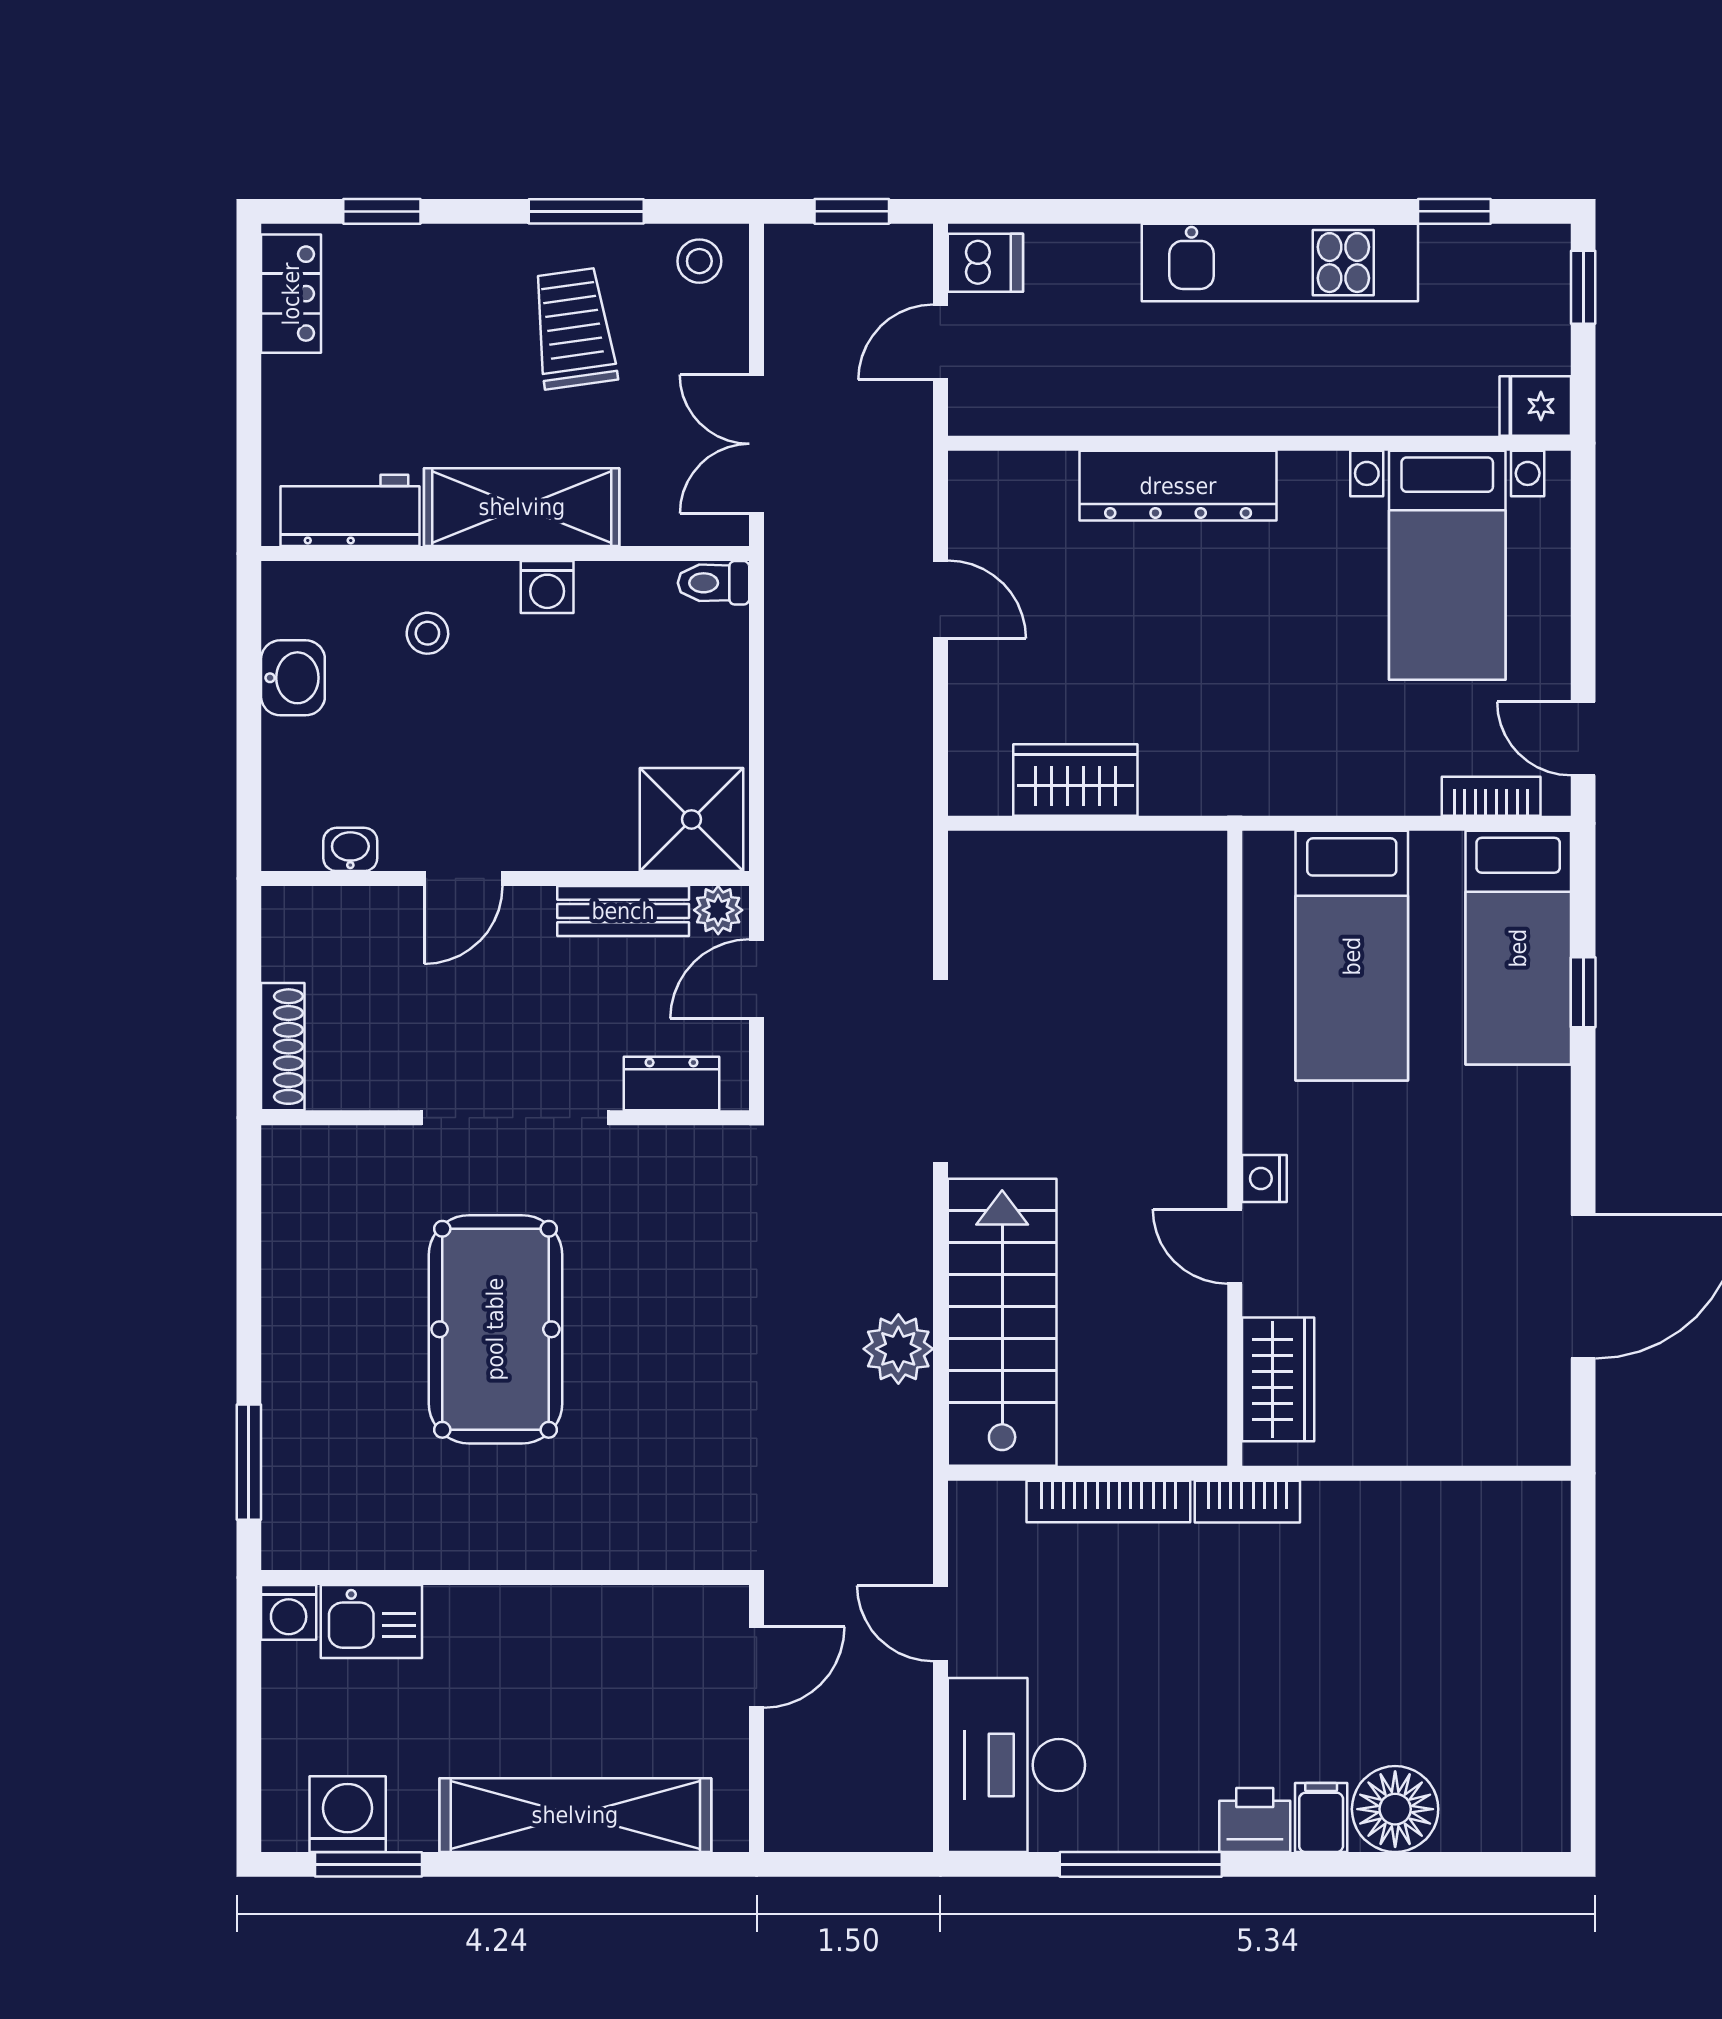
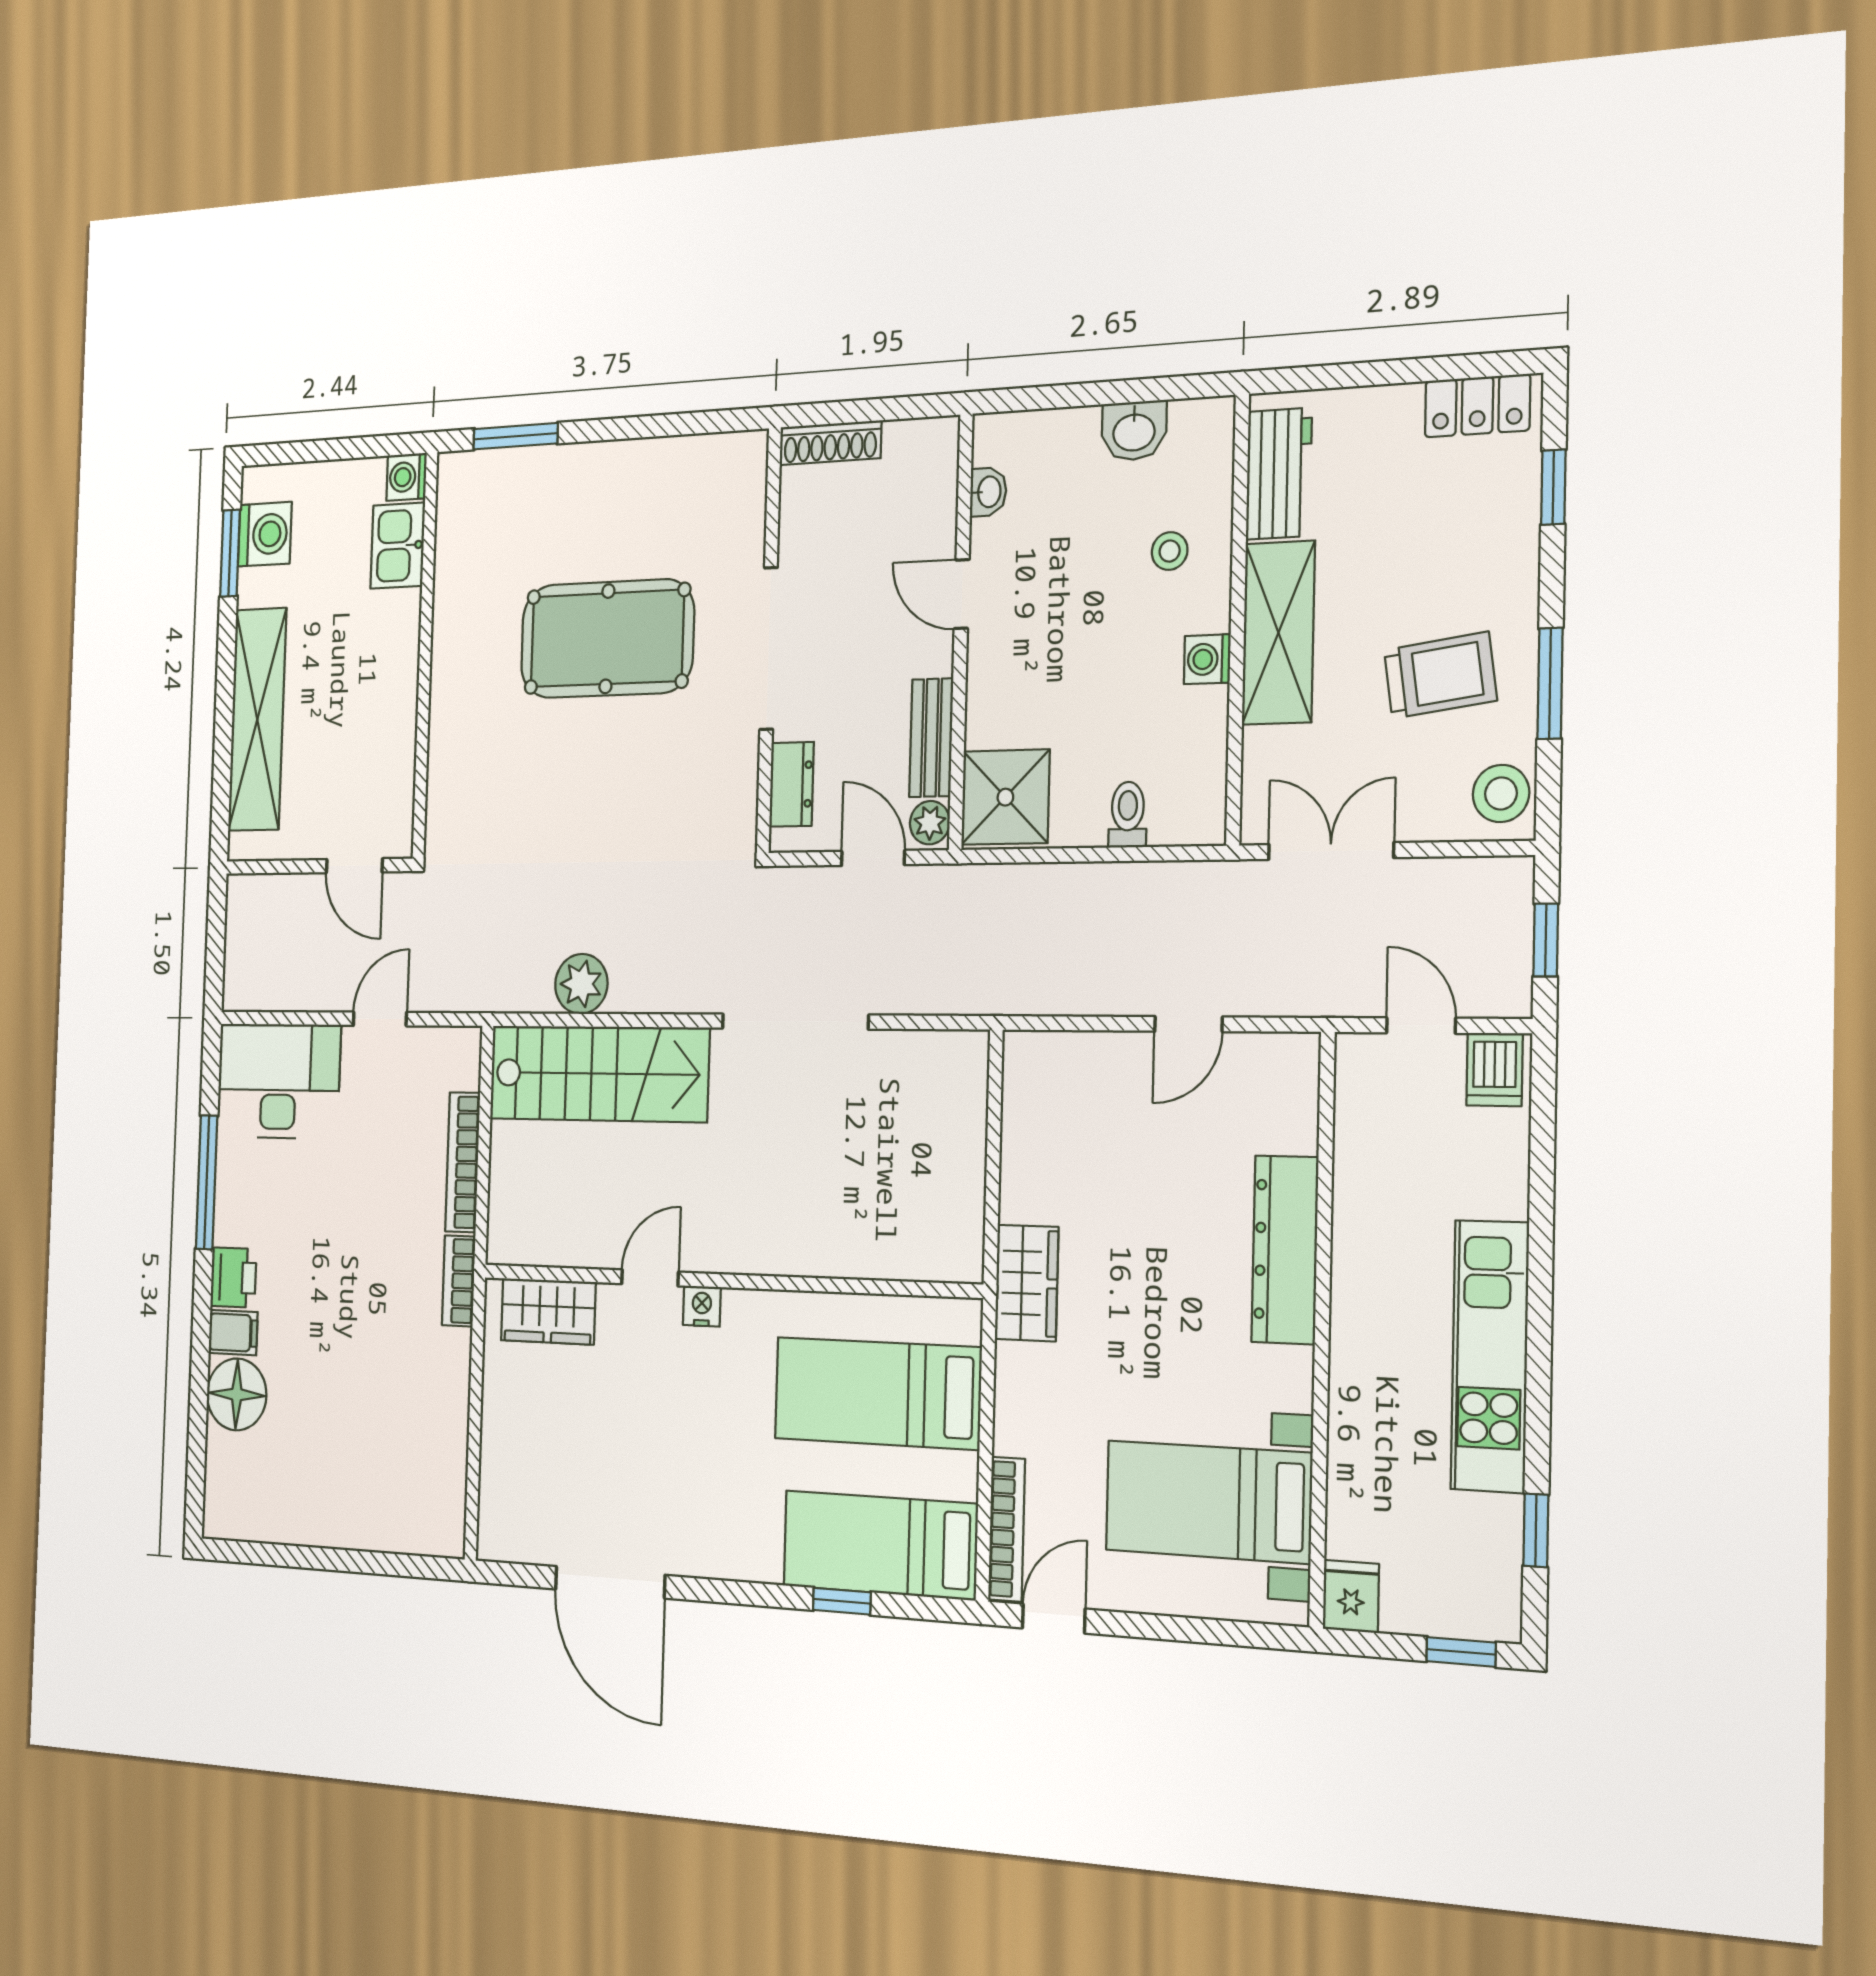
stool: (699, 261) -> (1501, 793), width x1.37, depth x1.37
toilet: (714, 583) -> (1128, 815), moved
wardrobe: (1075, 780) -> (1027, 1283), moved
bookcase: (1491, 796) -> (1007, 1529), width x1.56

